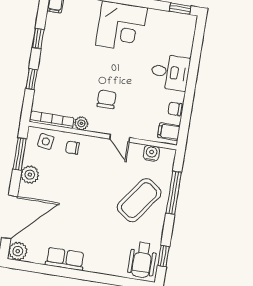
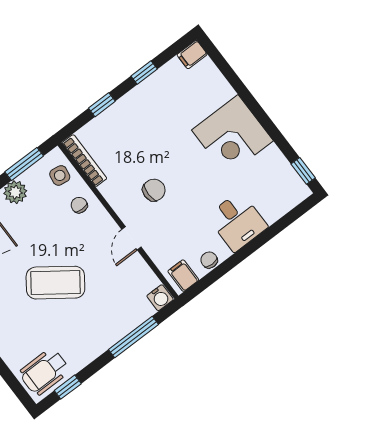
plant: (81, 123) -> (109, 190), removed
water cooler: (151, 153) -> (160, 298), moved, turned 90
coffee table: (139, 200) -> (55, 283), moved

